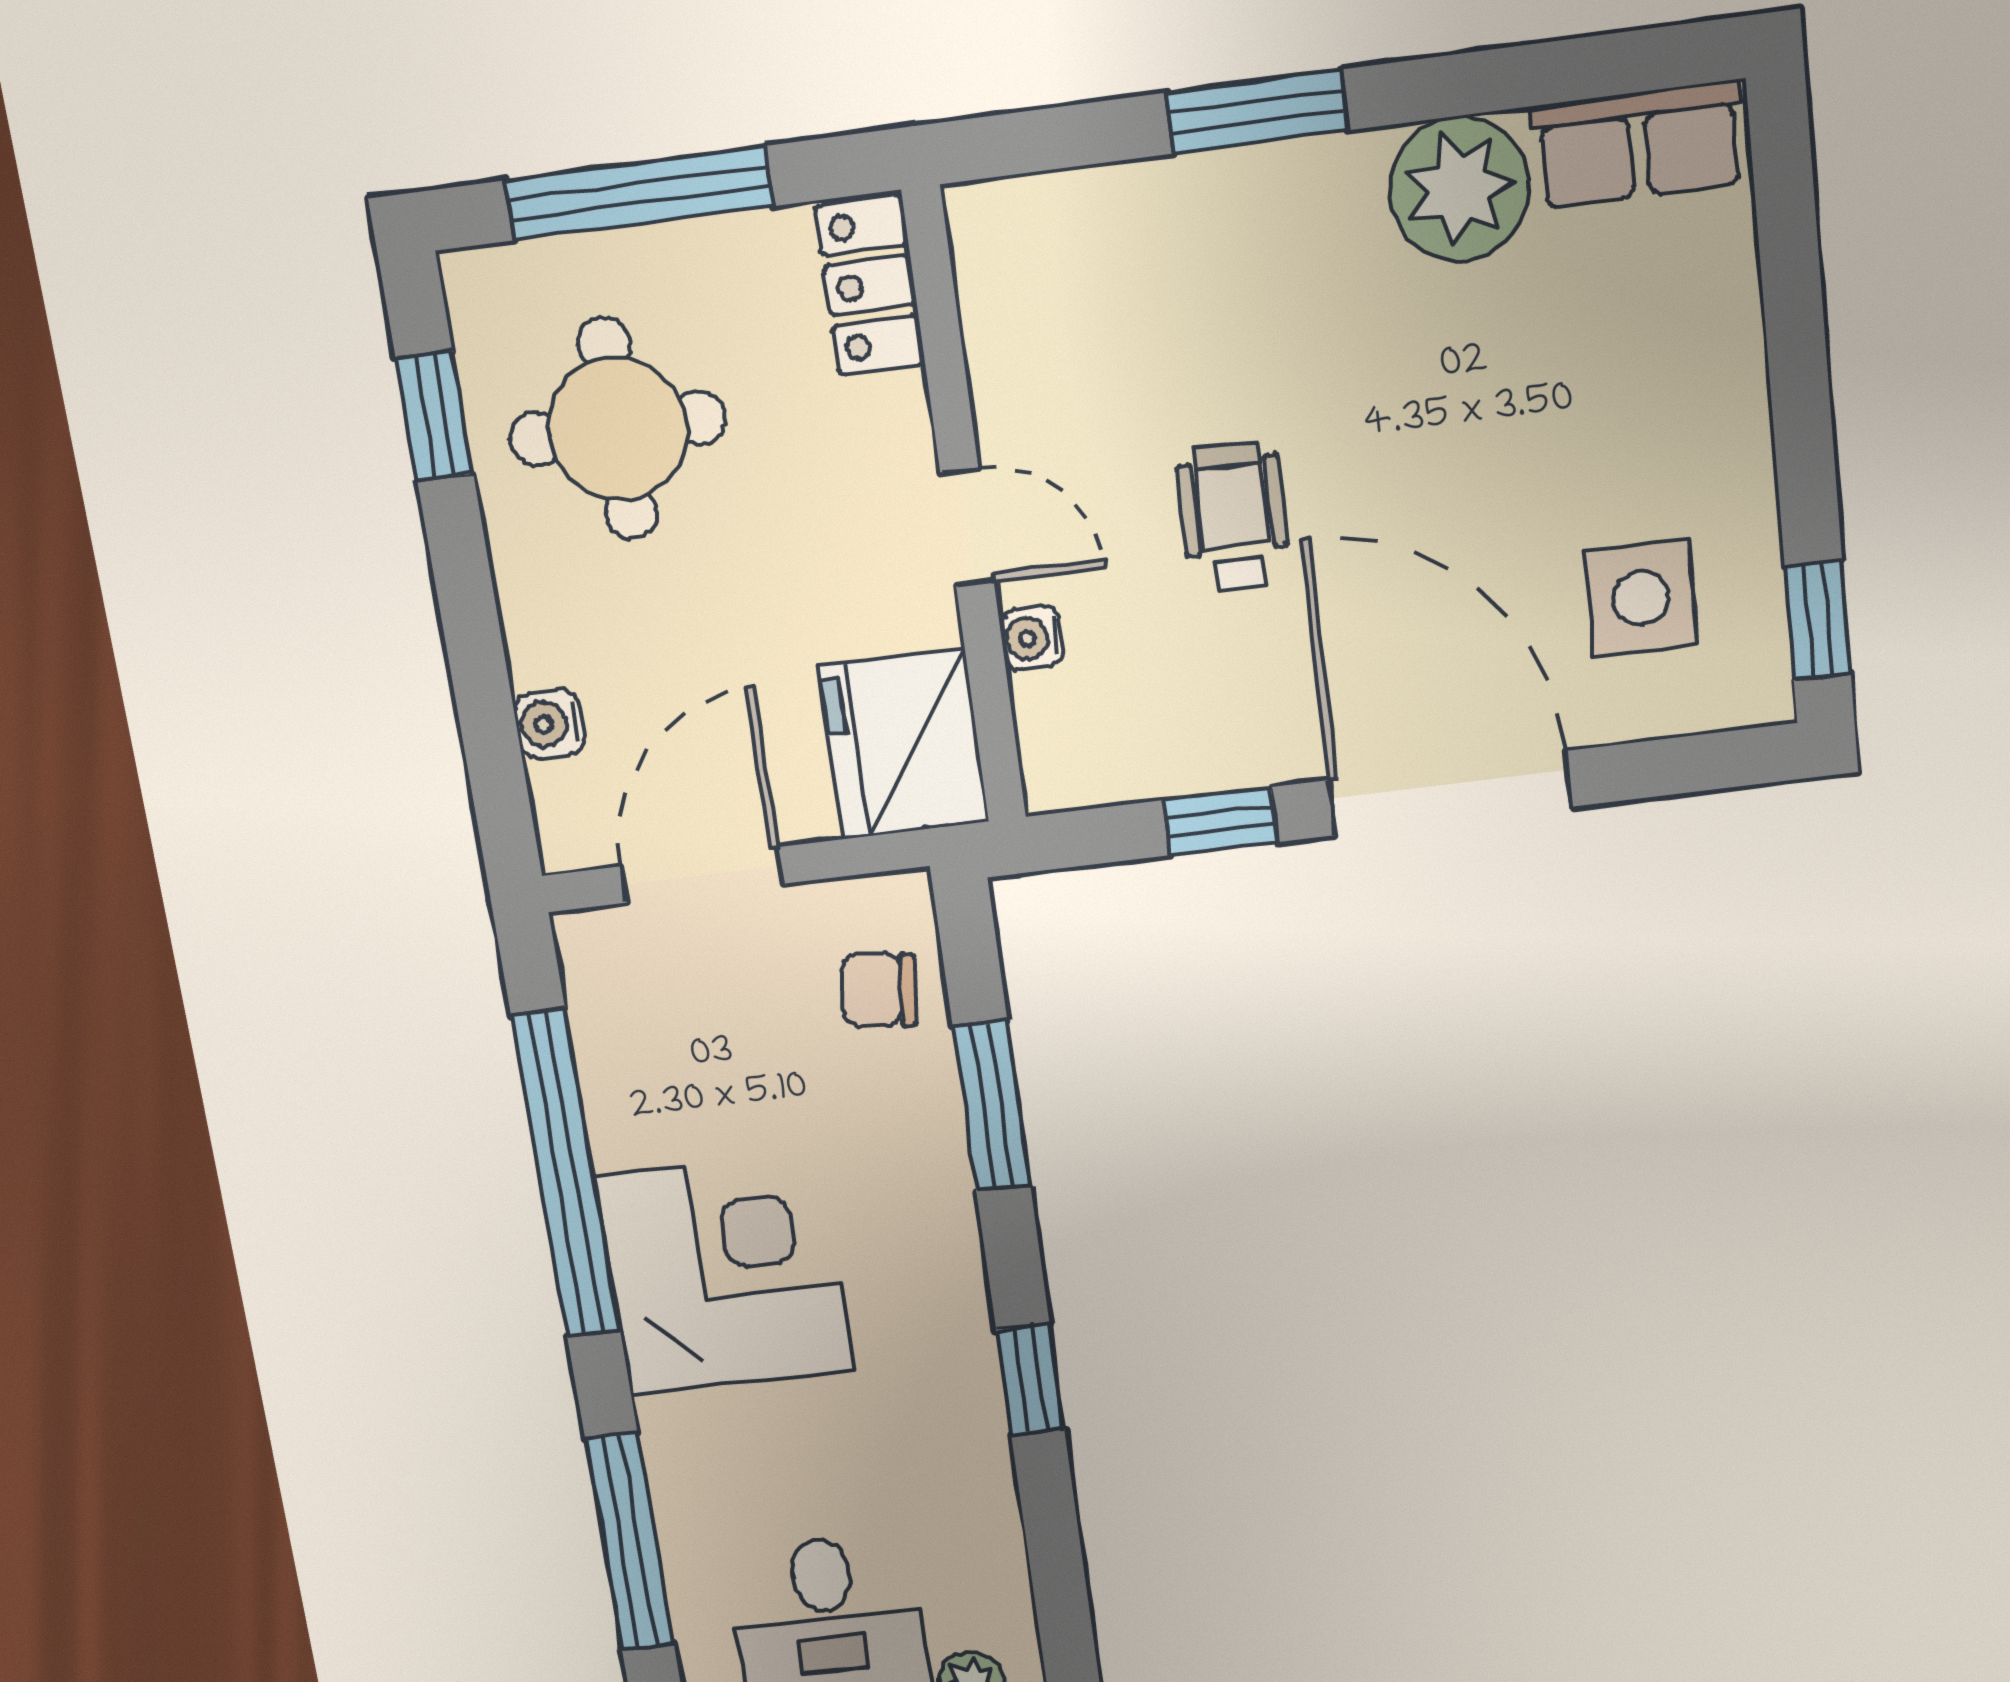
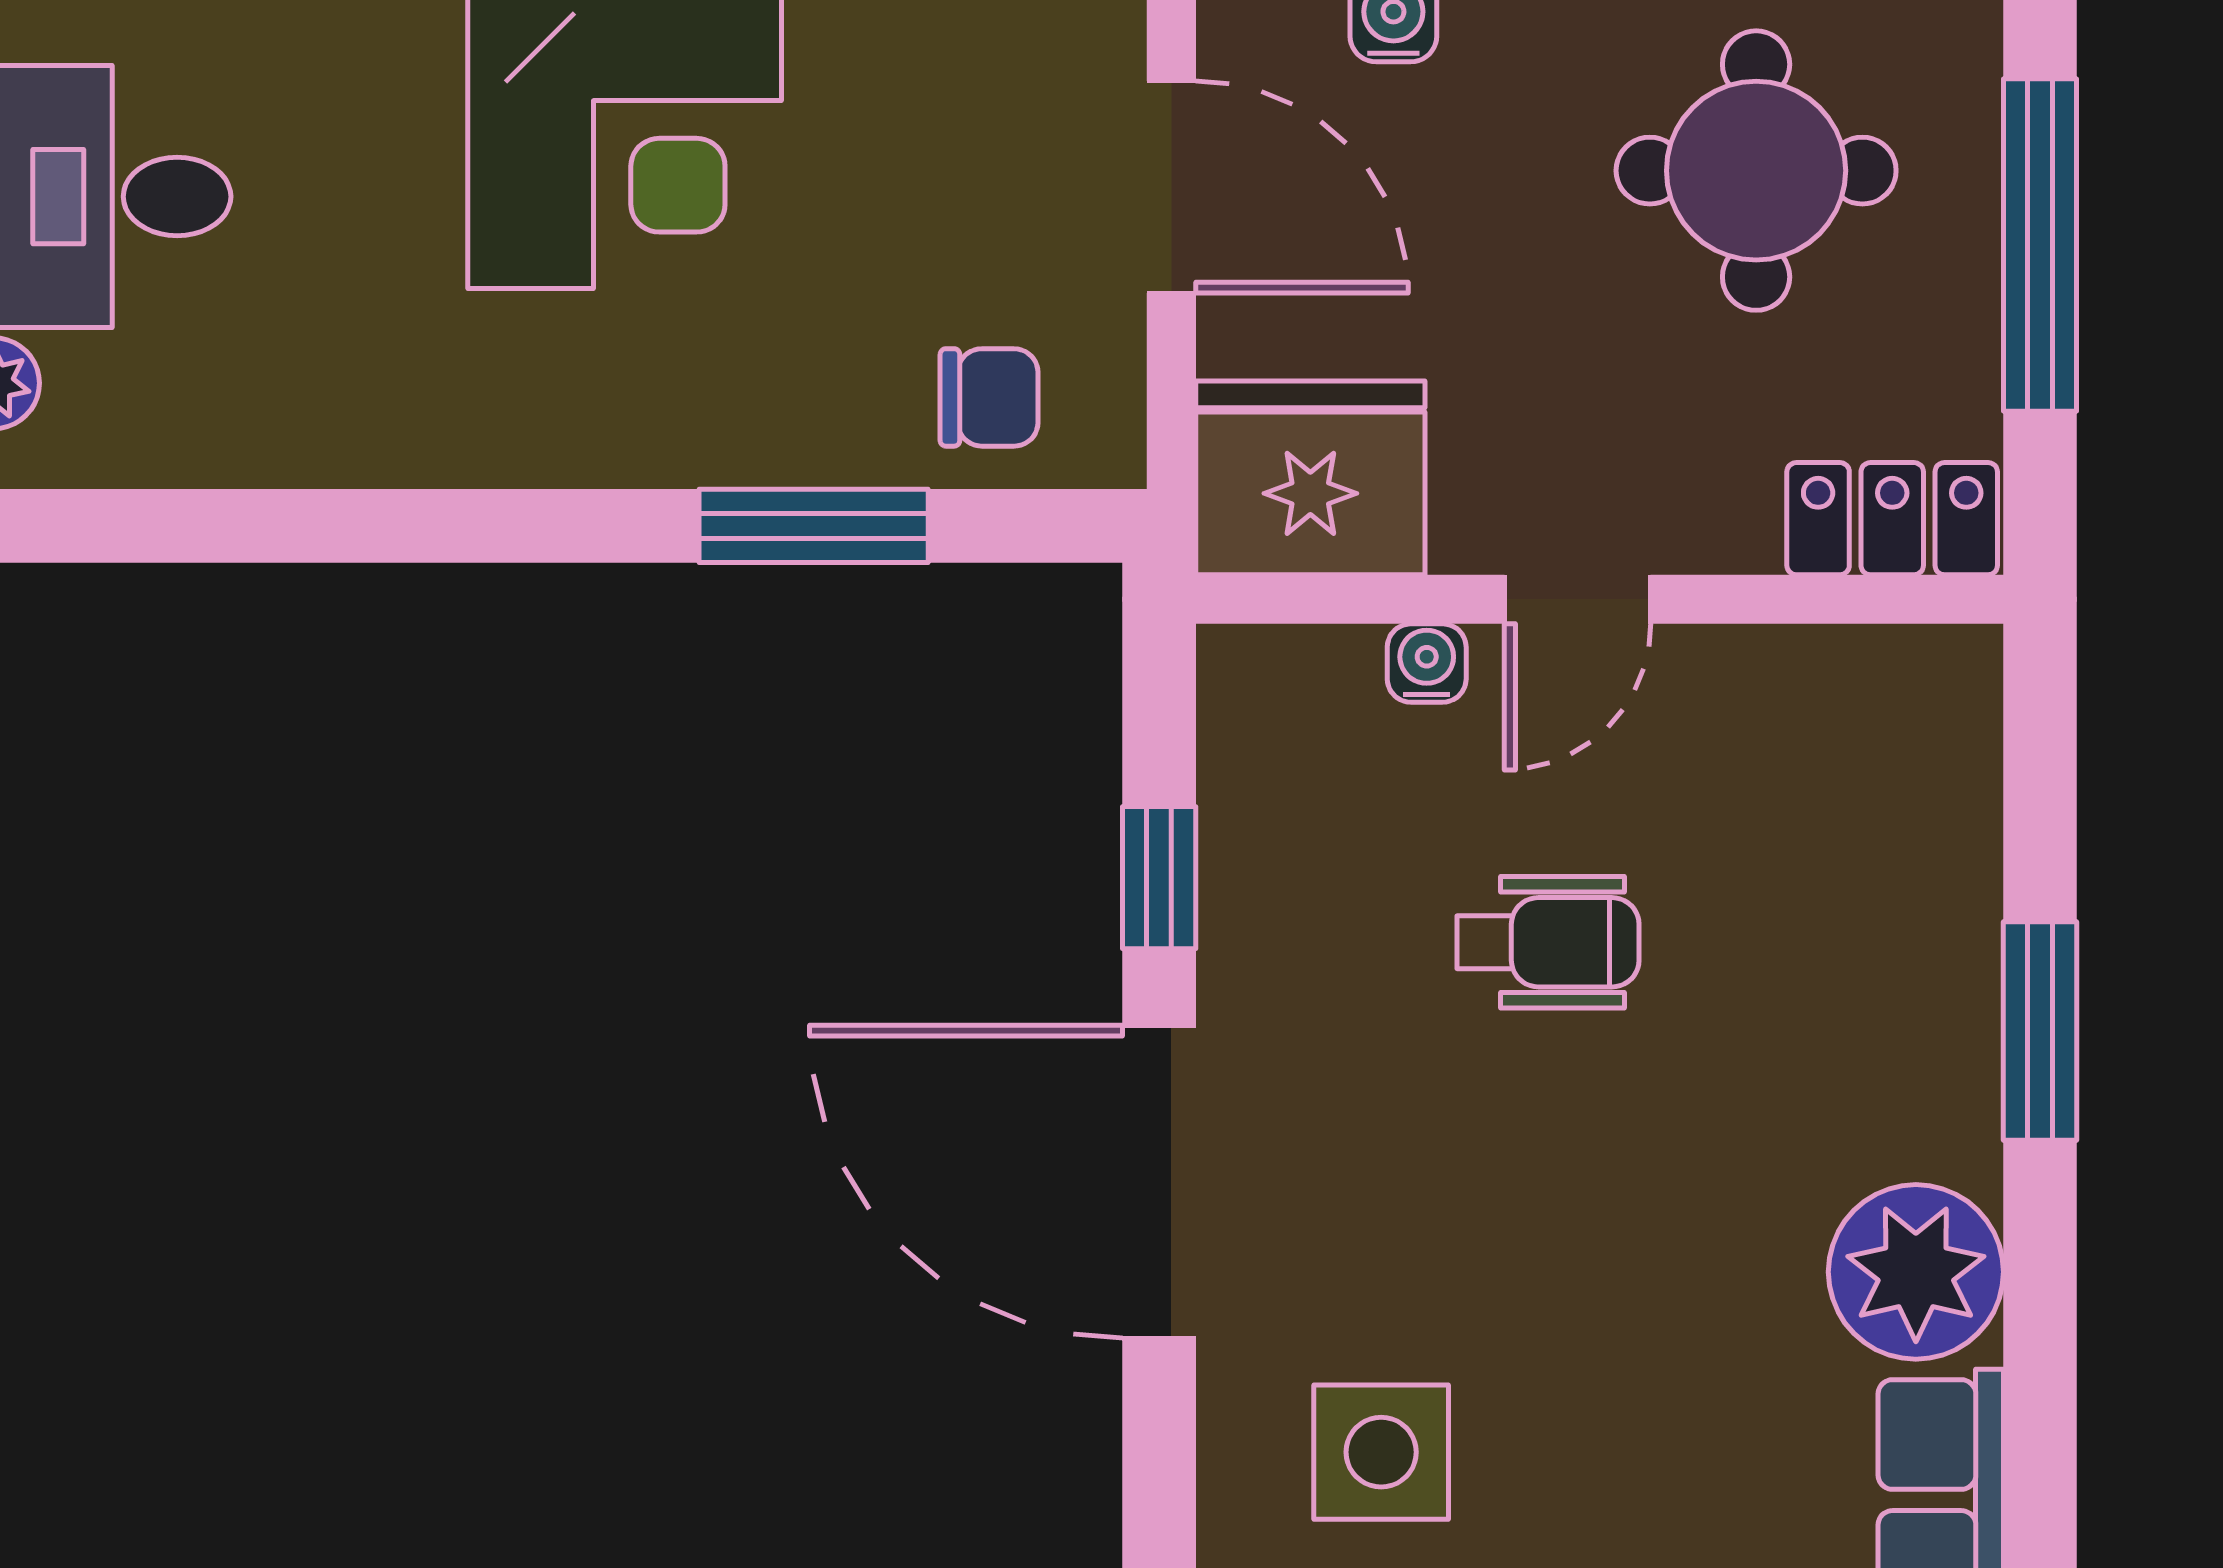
door: (1450, 793) -> (1159, 1182), swing flipped
chair: (879, 990) -> (989, 397), turned 84
window: (1030, 1380) -> (425, 526), removed

